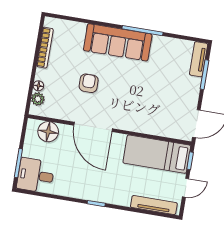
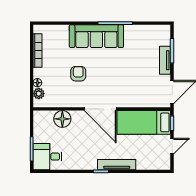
tv unit: (199, 59) -> (165, 60), moved
door: (93, 127) -> (100, 109), moved
floor lamp: (48, 132) -> (62, 119), moved
tv unit: (154, 205) -> (117, 165), moved

